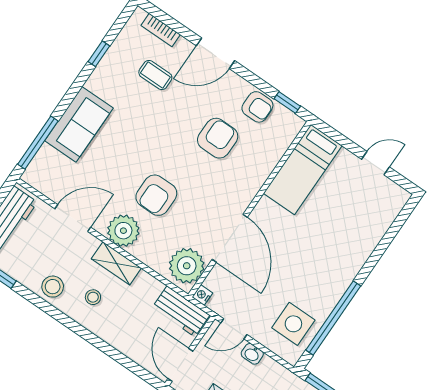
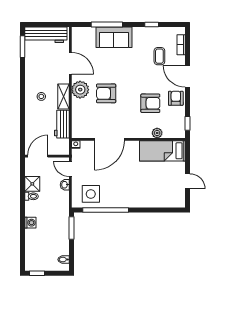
armchair: (257, 107) -> (176, 98), moved, turned 180
window: (38, 143) -> (107, 25), moved
plant: (187, 266) -> (157, 133), moved, width x0.53, depth x0.53
stool: (53, 287) -> (34, 75), removed
workbench: (181, 311) -> (62, 124), moved

